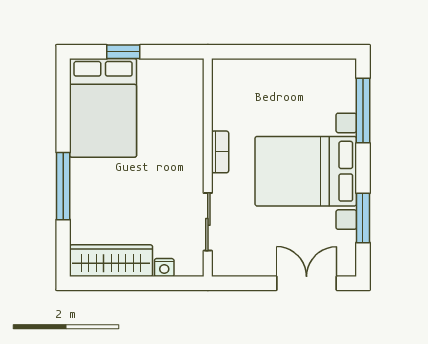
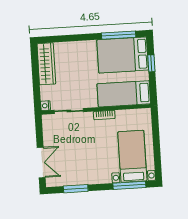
bed: (180, 110) -> (124, 94), added
bed with nightstands: (306, 171) -> (132, 156), moved, width x0.73
window: (63, 186) -> (119, 35), moved
nightstand: (164, 268) -> (45, 106), moved

